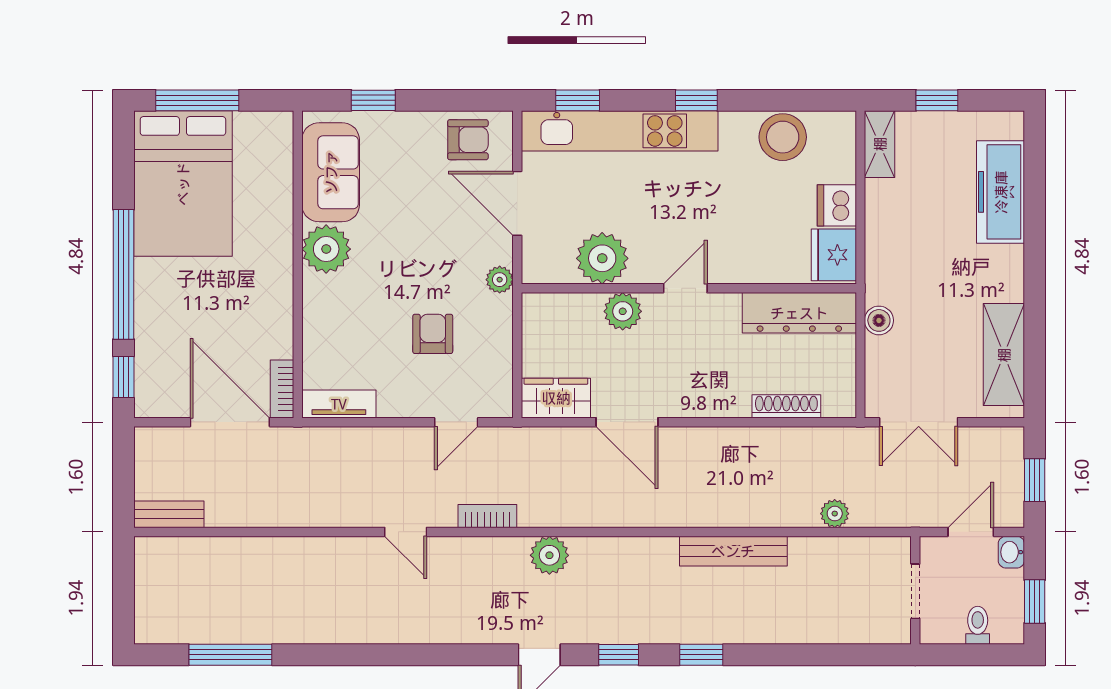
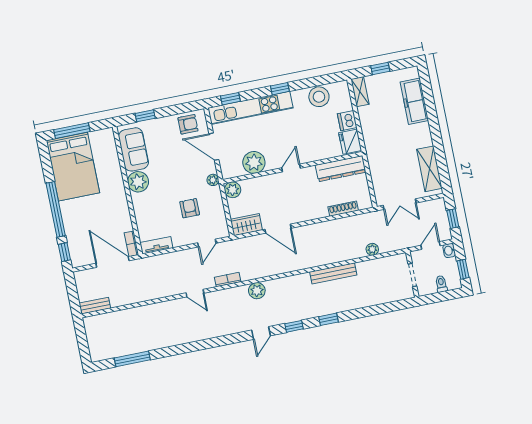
plant: (623, 311) -> (233, 190), moved
boiler: (879, 320) -> (374, 165), removed

